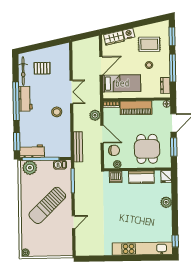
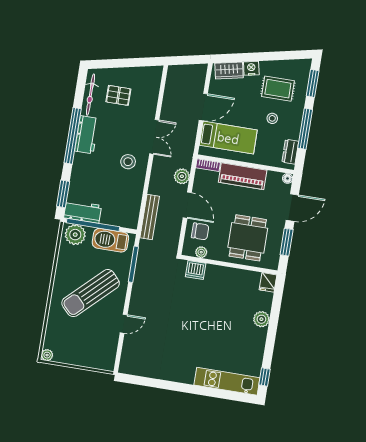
barbecue: (60, 165) -> (110, 240), width x1.88, depth x1.53
kitchen counter: (141, 177) -> (232, 277), removed
kitchen unit: (142, 249) -> (227, 381), width x0.73

